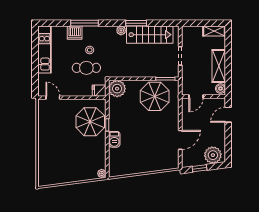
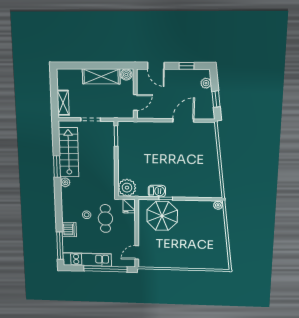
window: (85, 23) -> (60, 246), moved
shelving: (214, 31) -> (63, 103), moved
window: (35, 67) -> (105, 269), added
parasol: (155, 96) -> (135, 148), removed
door: (196, 97) -> (135, 102), hinge flipped
barbecue: (114, 139) -> (157, 191), moved
door: (180, 140) -> (183, 120), hinge flipped
window: (228, 142) -> (187, 66), added
plant: (213, 155) -> (206, 83), width x0.53, depth x0.53

